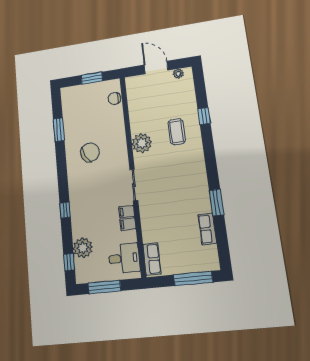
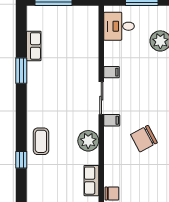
coffee table: (177, 132) -> (41, 141), moved
filing cabinet: (128, 224) -> (112, 120), moved
row of seats: (152, 259) -> (91, 181), moved

